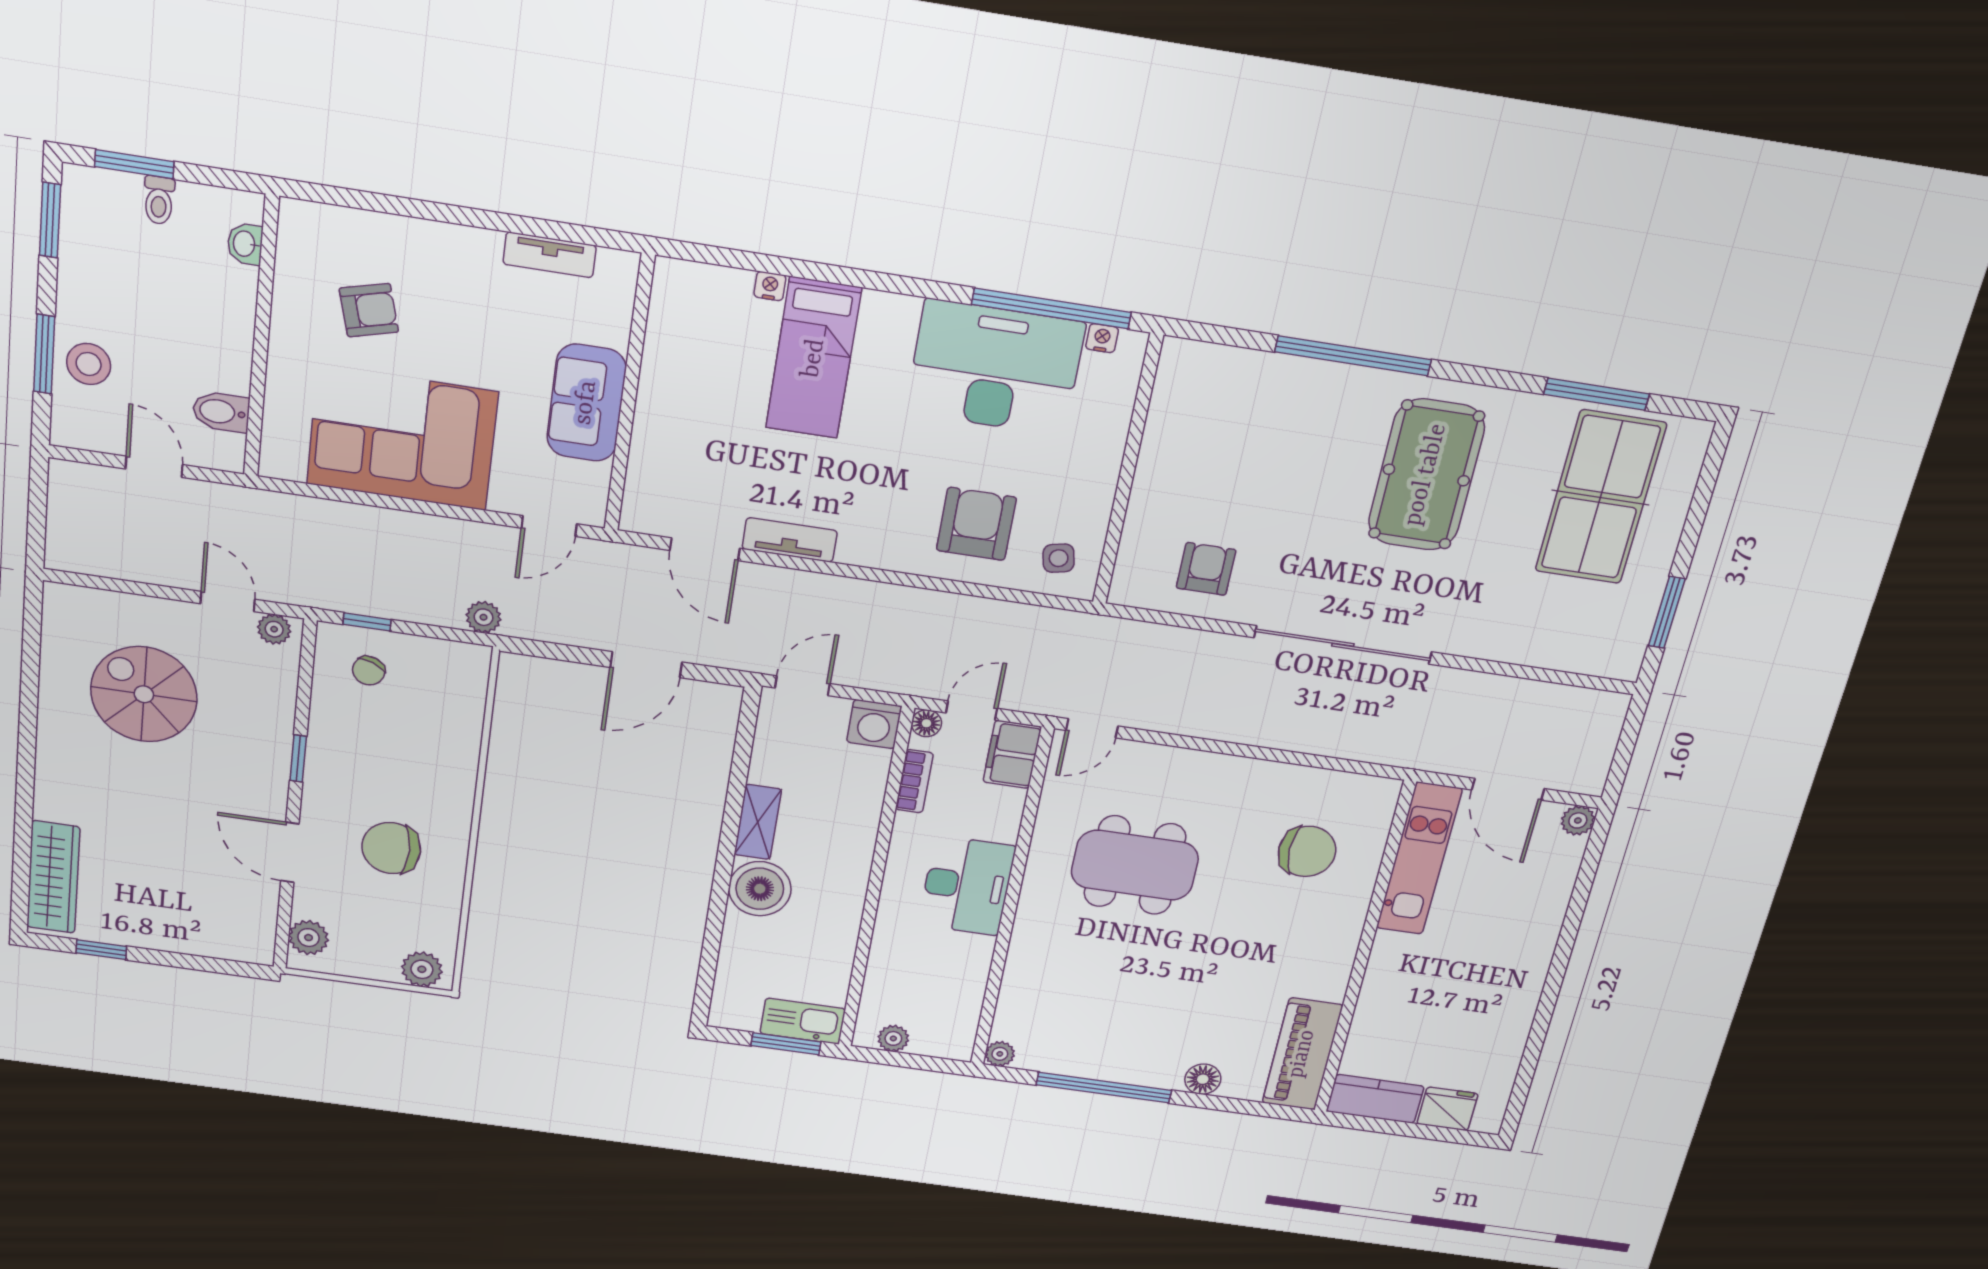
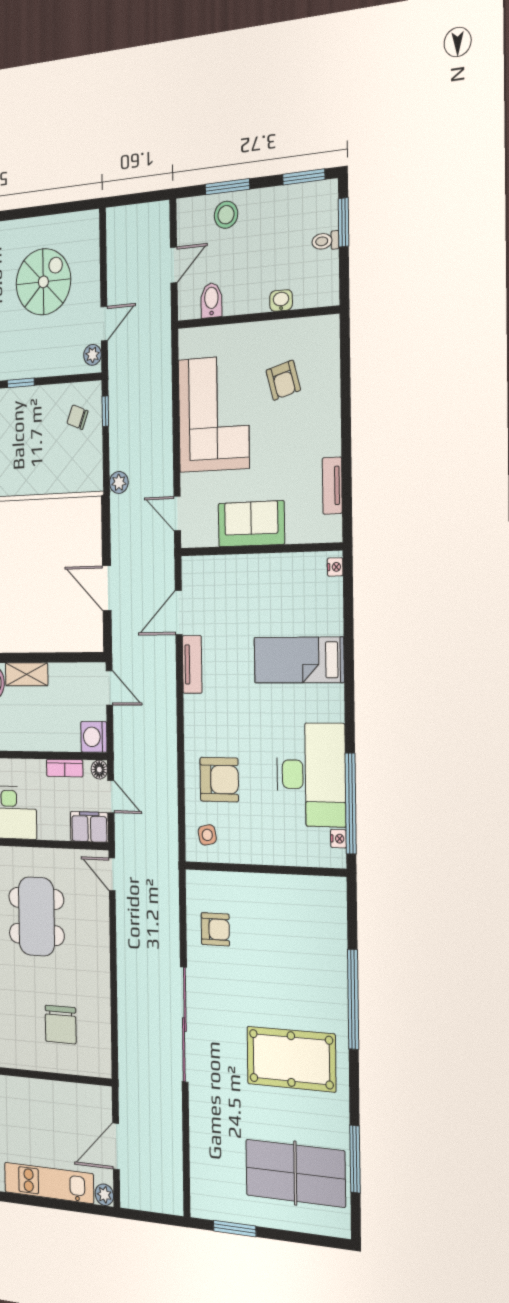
washbasin: (245, 244) -> (281, 300), moved
nightstand: (770, 286) -> (335, 567), moved
kitchen unit: (1419, 859) -> (49, 1183), moved, turned 180

